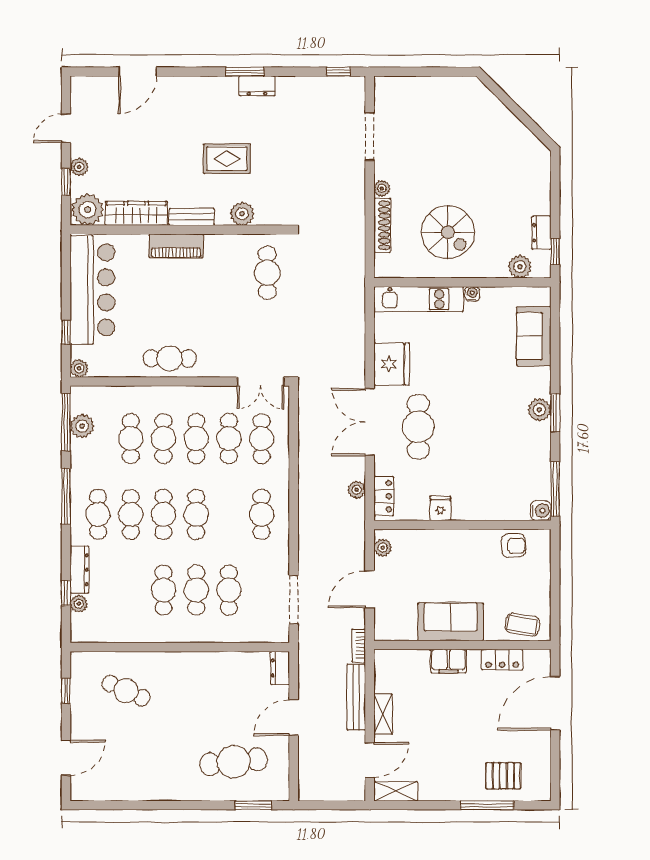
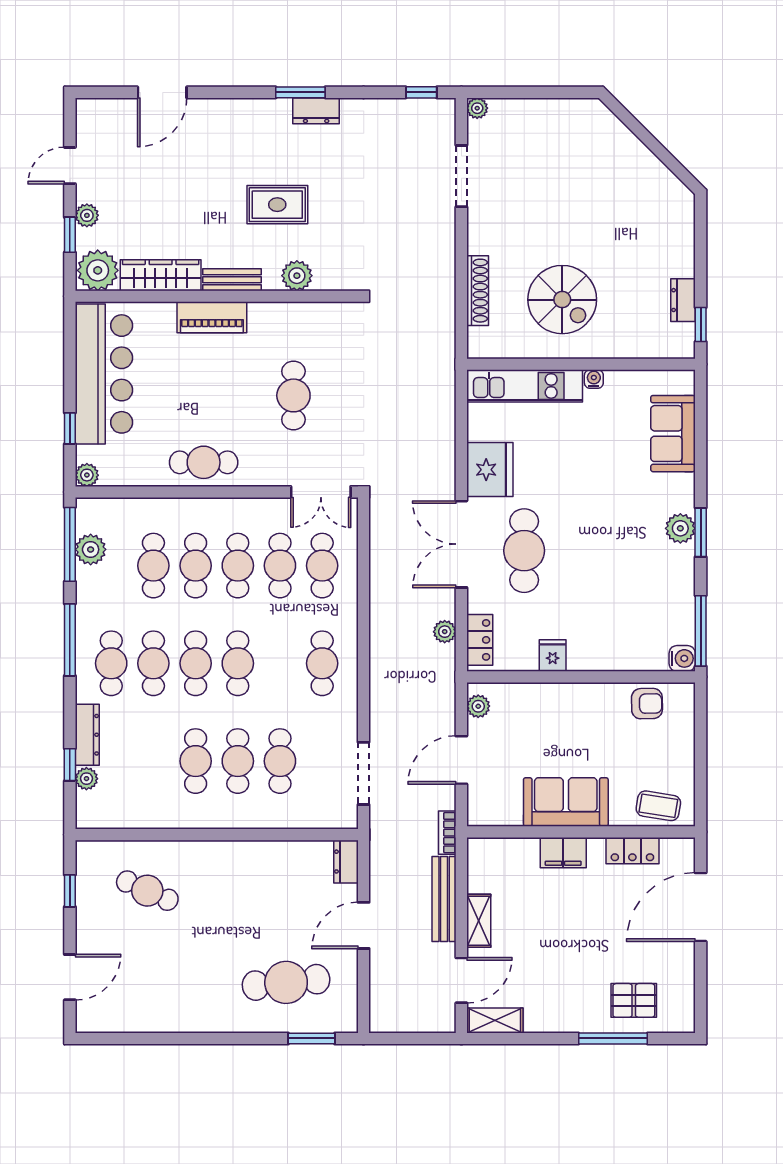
plant: (382, 188) -> (477, 108), moved
plant: (520, 267) -> (655, 344), removed
cafe table: (267, 273) -> (293, 395), moved

